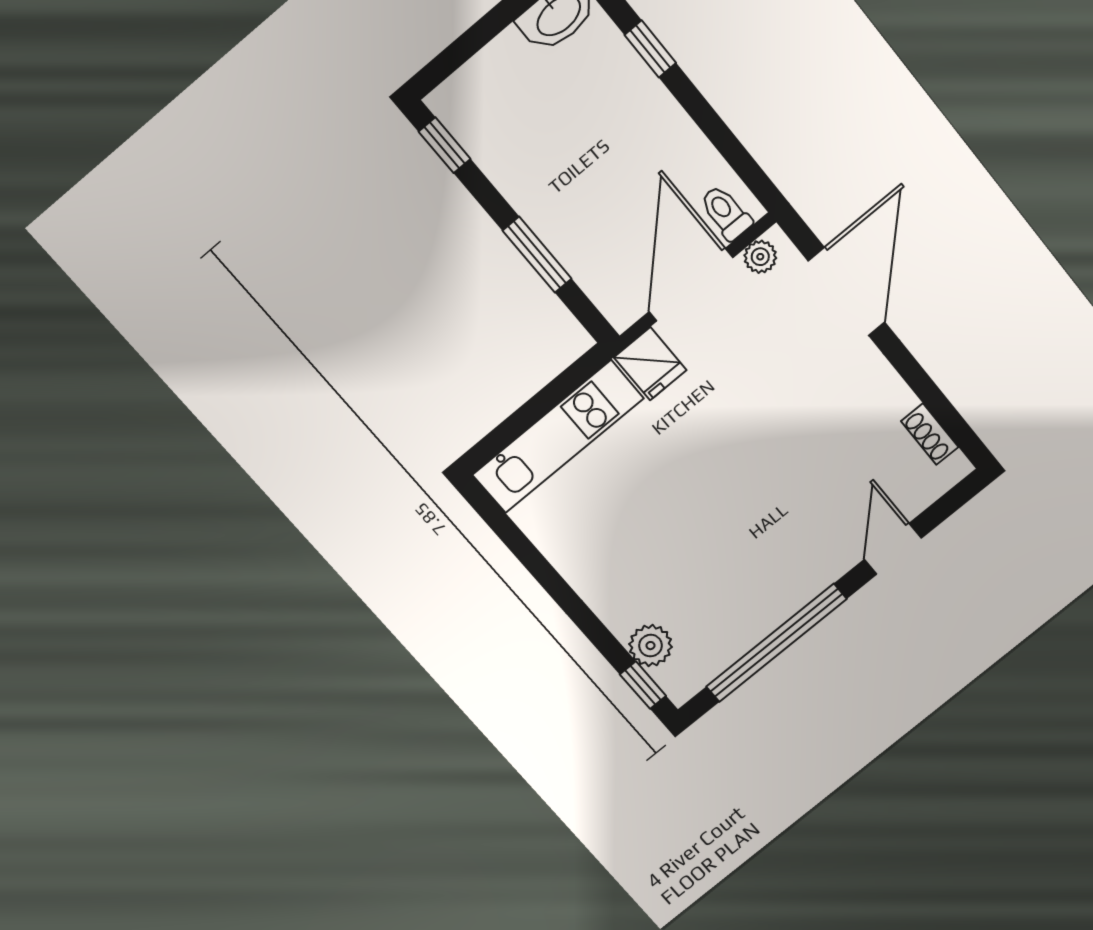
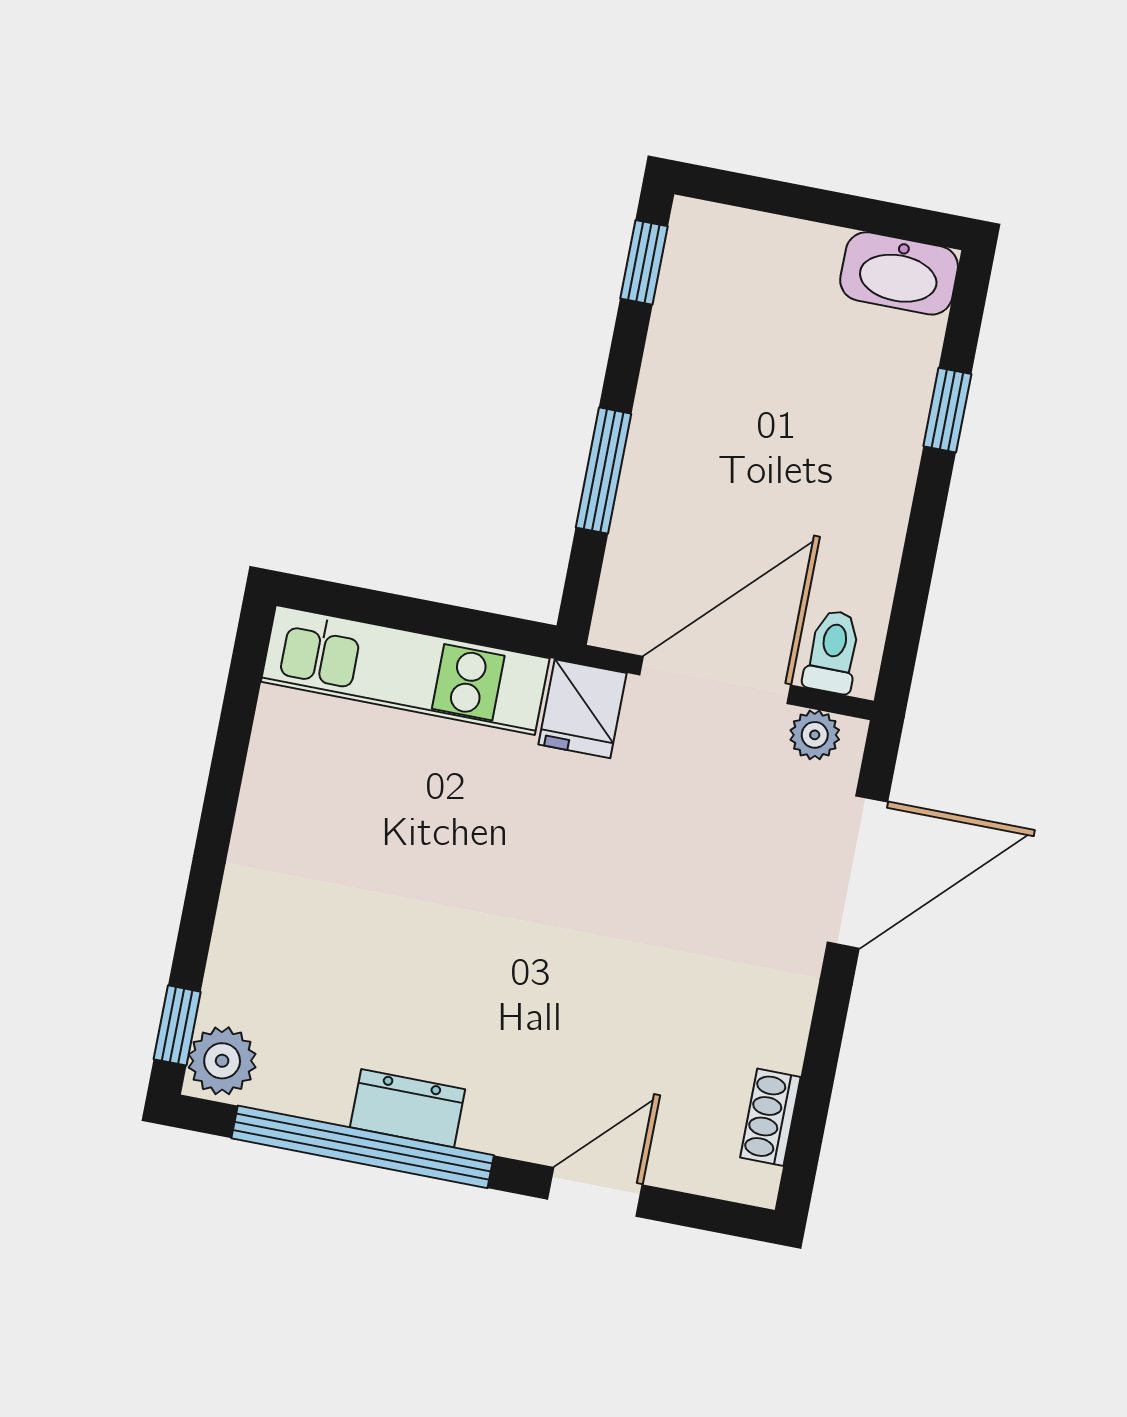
dresser: (776, 607) -> (408, 1108), added
plant: (650, 646) -> (222, 1061), moved

